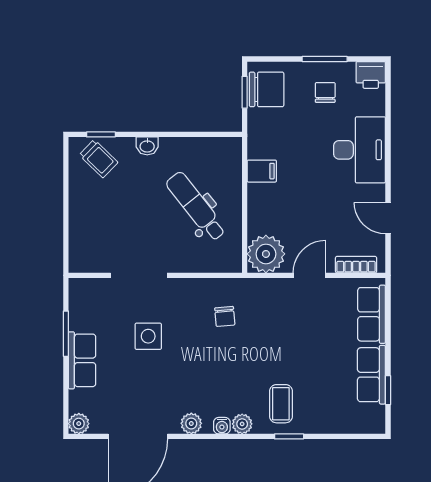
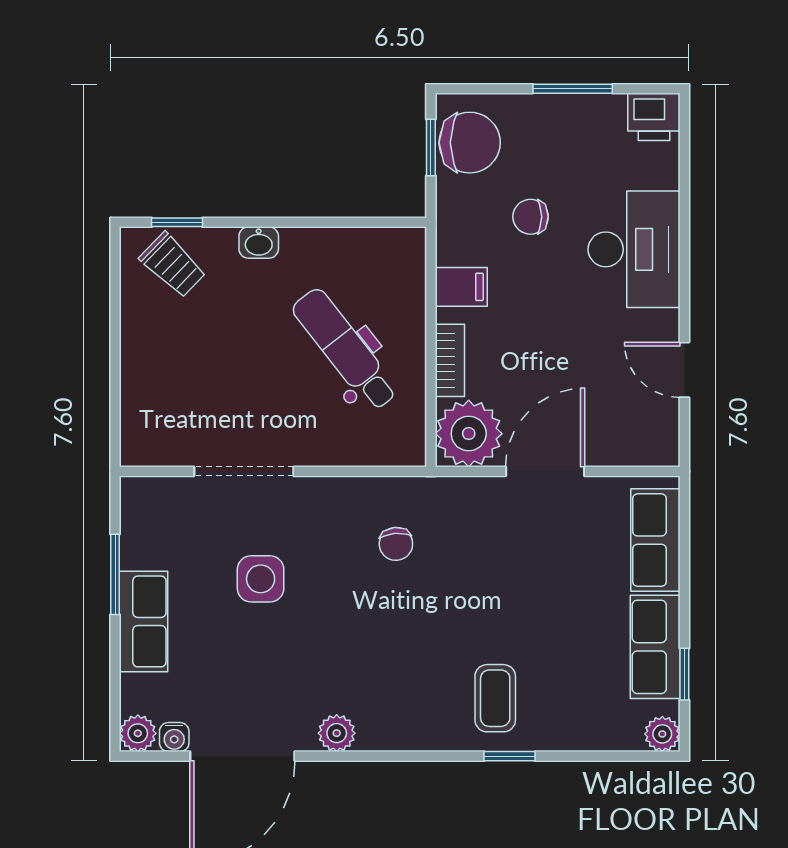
chair: (325, 92) -> (531, 217), moved, turned -90
bookcase: (356, 265) -> (450, 360), moved, turned 90
door: (309, 275) -> (545, 471), width x1.38
plant: (242, 424) -> (662, 734), moved
water cooler: (222, 426) -> (174, 737), moved

